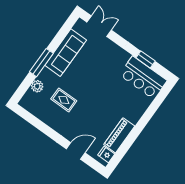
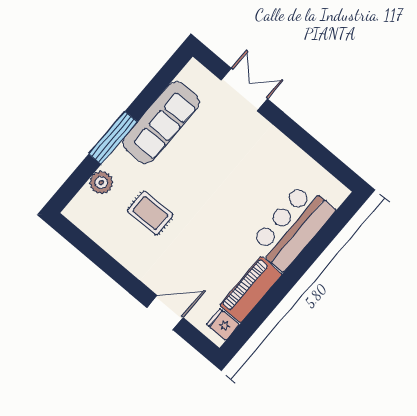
double door: (99, 26) -> (244, 90), moved
window: (146, 59) -> (313, 148), removed
bar counter: (143, 78) -> (293, 227), moved, turned 90

